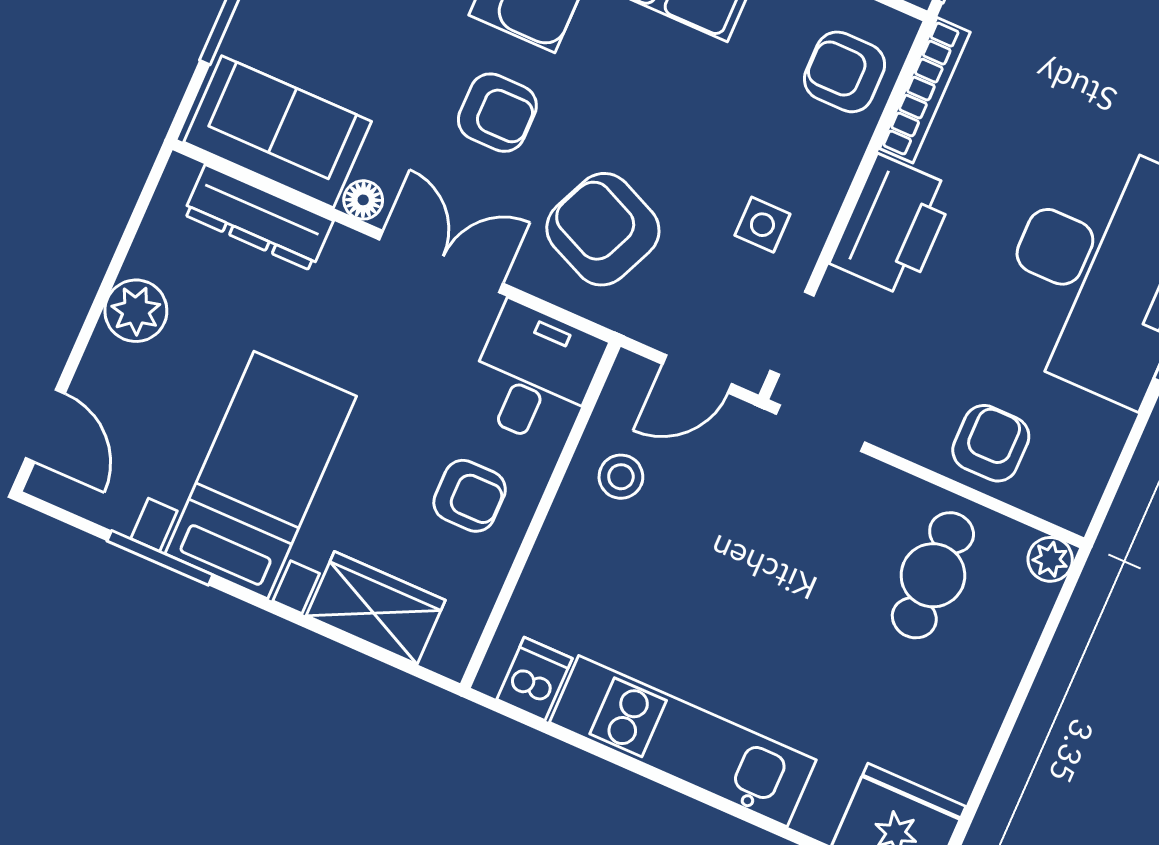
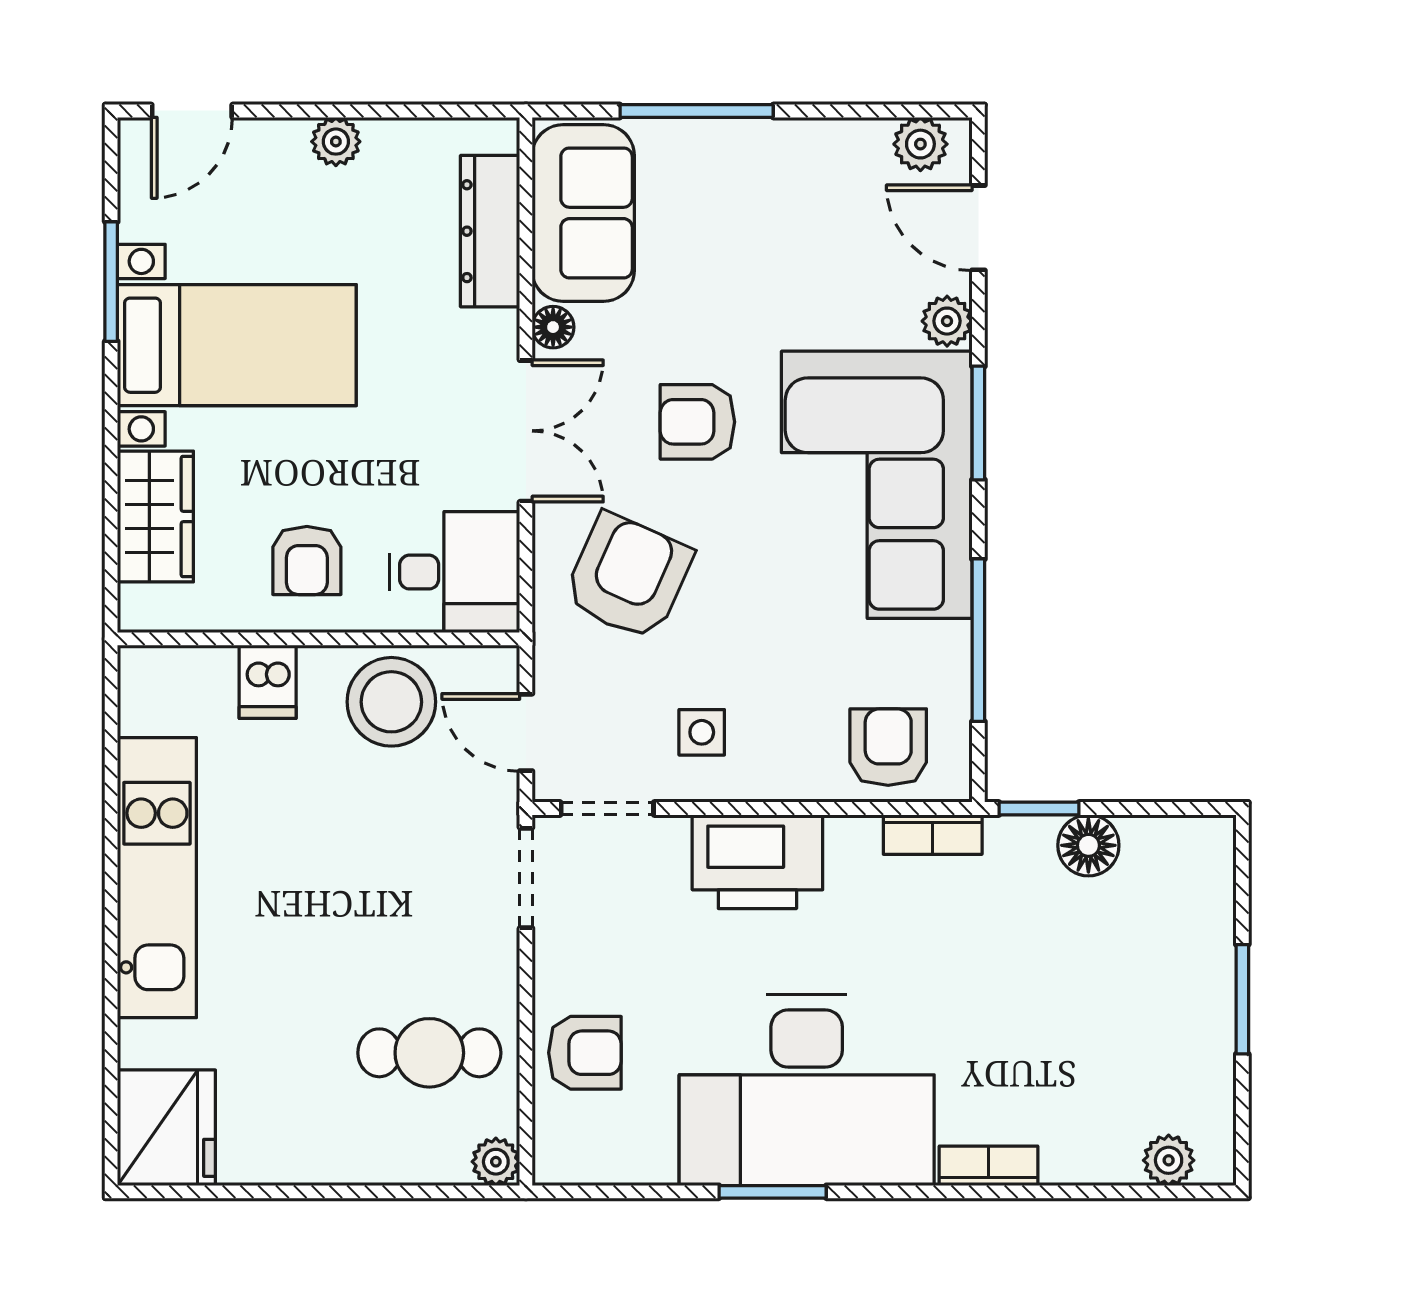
bookcase: (925, 90) -> (933, 835), width x0.64
armchair: (497, 113) -> (697, 422), turned 90
plant: (136, 311) -> (336, 142), width x0.73, depth x0.73
stool: (621, 477) -> (391, 702), width x1.89, depth x1.89
dishwasher: (535, 679) -> (268, 682), moved, turned 90

